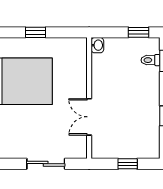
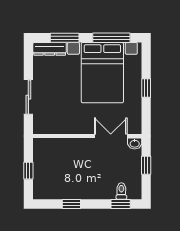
window: (138, 32) -> (146, 165), moved
double door: (89, 117) -> (111, 136), moved

